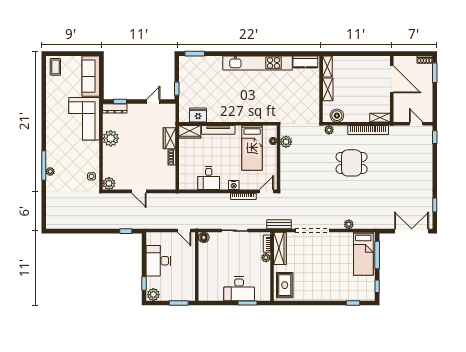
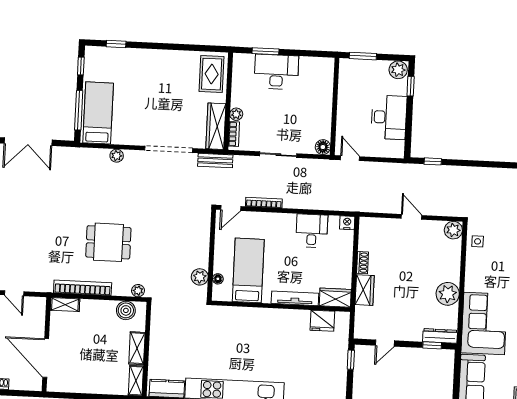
nightstand: (234, 185) -> (347, 223), moved

